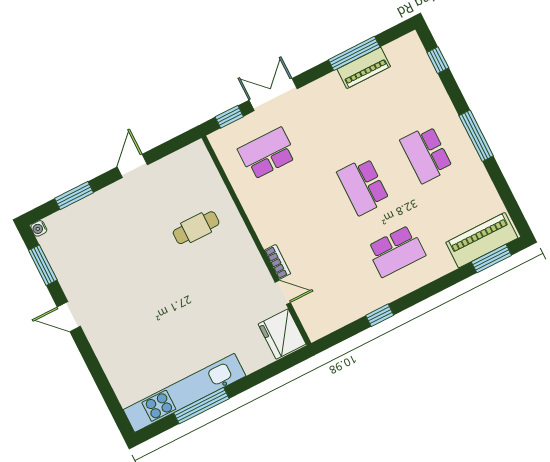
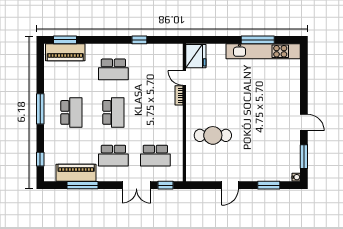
piano: (364, 68) -> (76, 173), width x1.37, depth x1.33
school desk: (330, 121) -> (113, 156), added
cafe table: (196, 228) -> (213, 135), width x1.37, depth x1.35
school desk: (396, 251) -> (113, 69), turned 180

